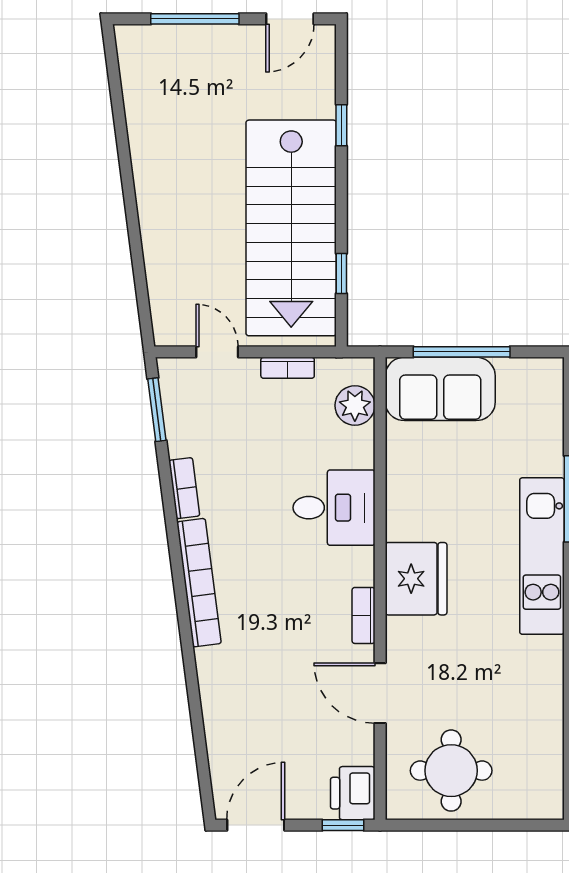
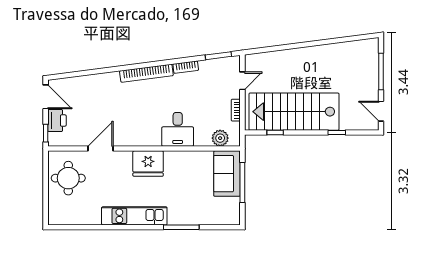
kitchen unit: (542, 556) -> (134, 216), moved
bookcase: (363, 615) -> (133, 142), removed
printer: (353, 793) -> (57, 120), moved, turned 90

